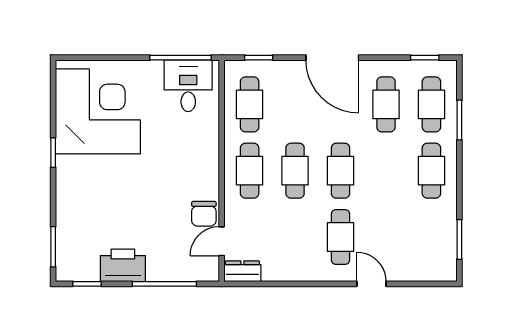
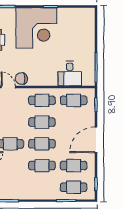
desk: (188, 86) -> (70, 74), moved, turned 90
corner desk: (98, 111) -> (36, 28), moved
cafe table: (431, 171) -> (42, 166), moved

